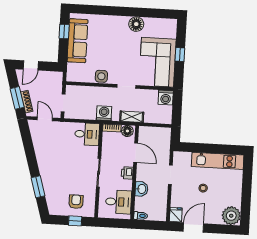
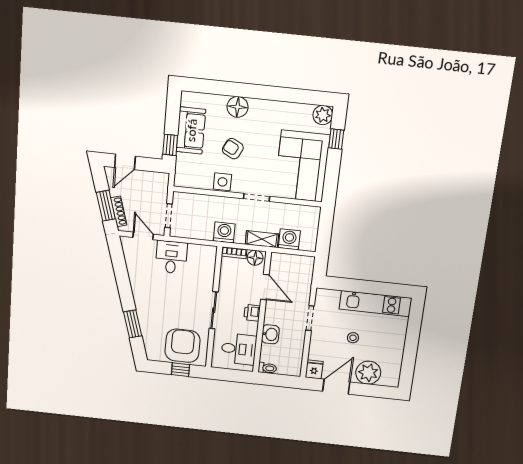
floor lamp: (136, 24) -> (238, 107), moved
plant: (170, 25) -> (323, 115), added
window: (64, 31) -> (170, 145), moved
sofa: (78, 41) -> (191, 130), width x0.73
armchair: (108, 52) -> (233, 149), added
window: (180, 54) -> (336, 139), moved
washing machine: (166, 98) -> (289, 239), moved, turned 180
desk: (87, 134) -> (171, 257), moved, turned -90
armchair: (76, 202) -> (182, 346), width x1.88, depth x1.88
plant: (231, 216) -> (368, 373), moved

